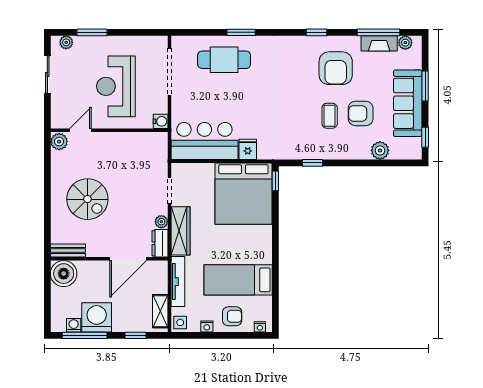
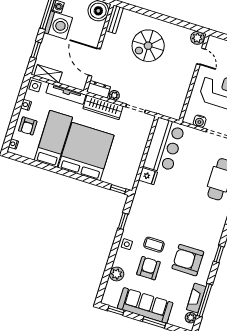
water cooler: (161, 121) -> (200, 121), moved
side table: (340, 149) -> (127, 244), added
bed: (243, 194) -> (86, 151), moved, turned 90

